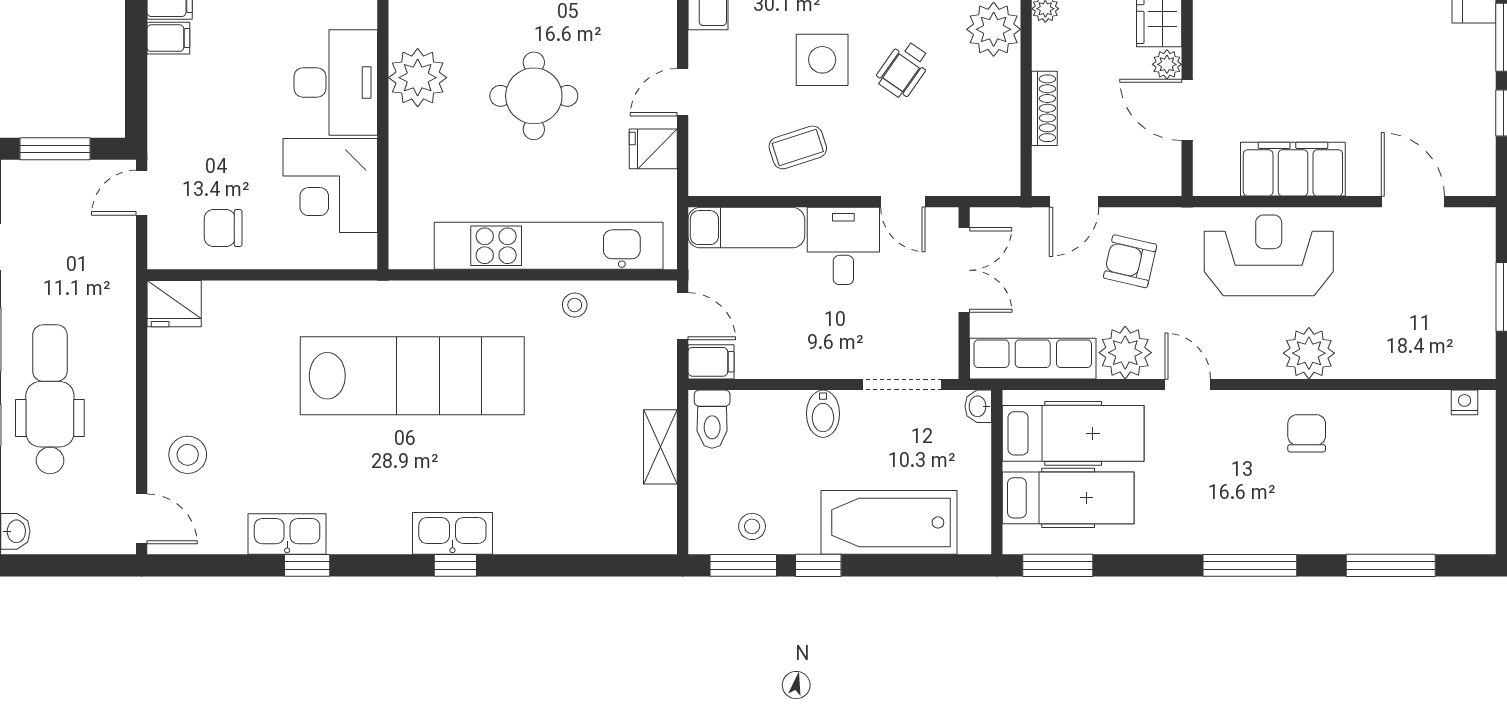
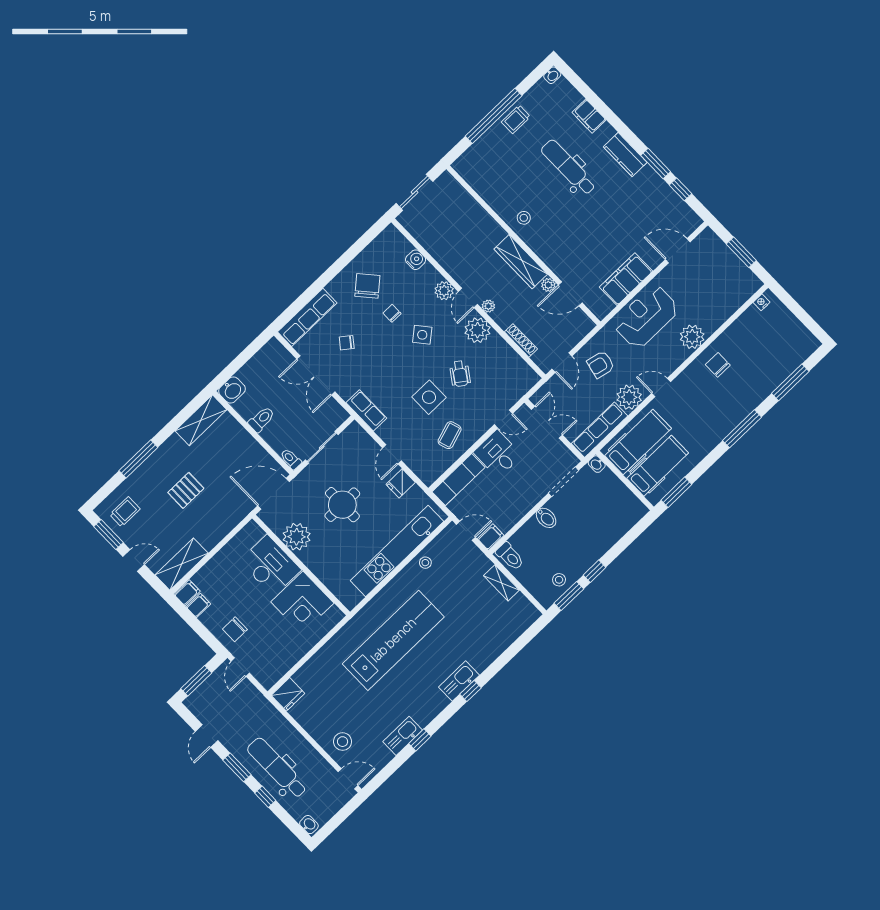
chair: (223, 228) -> (235, 629), moved
bathtub: (889, 522) -> (605, 533), removed

